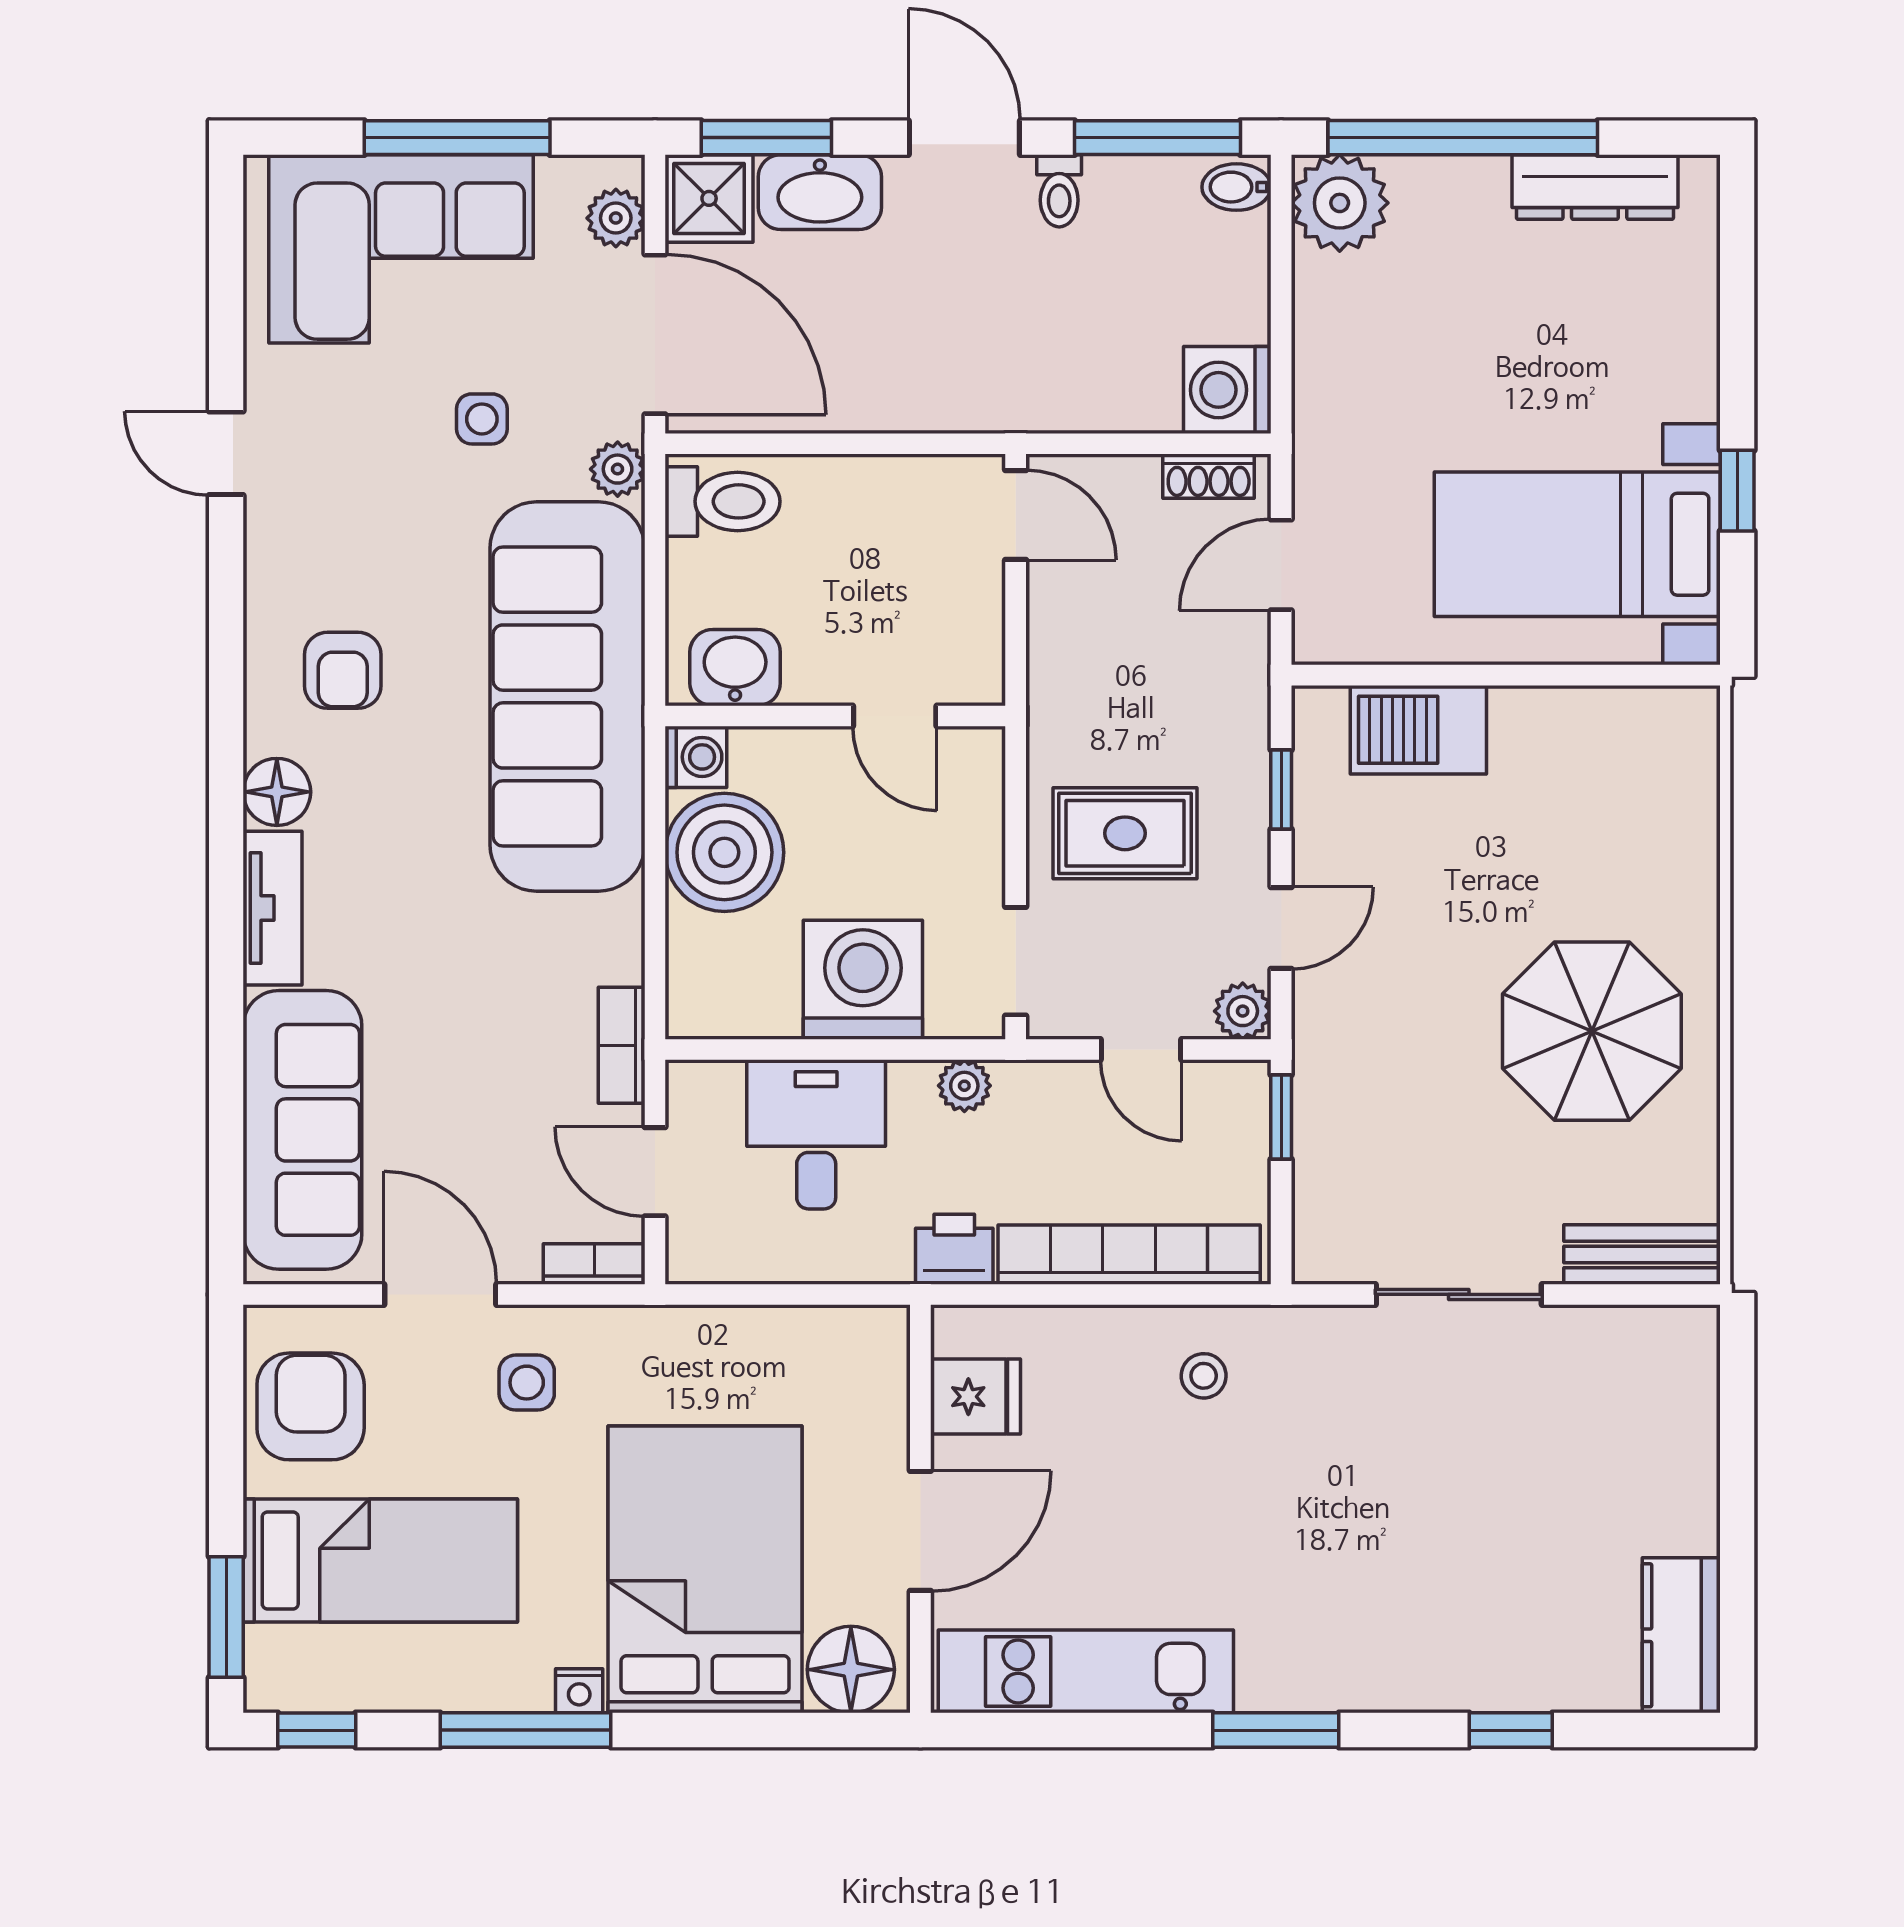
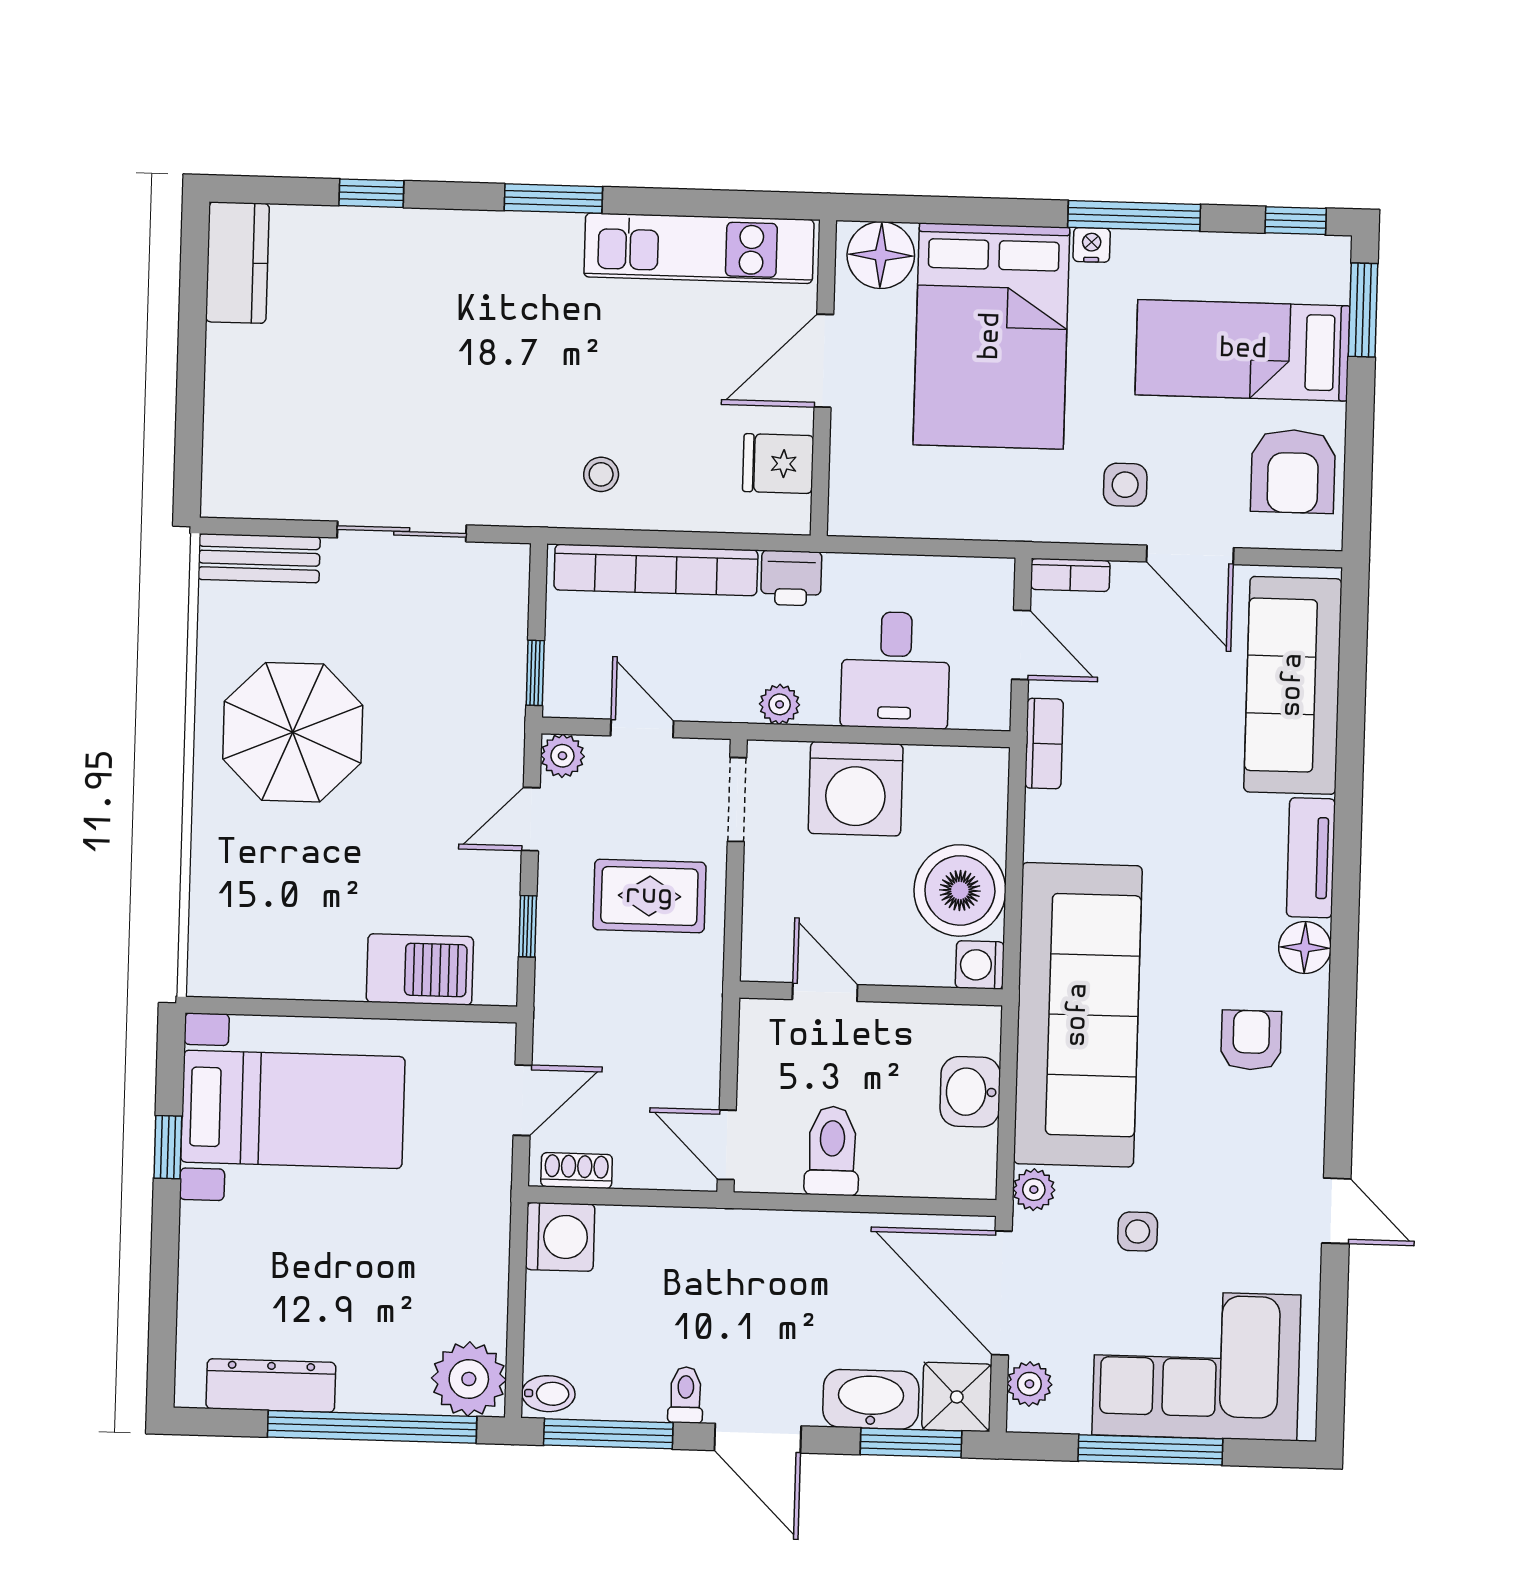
toilet: (723, 501) -> (832, 1151), moved, turned 90
washbasin: (735, 668) -> (970, 1092), moved, turned 90

